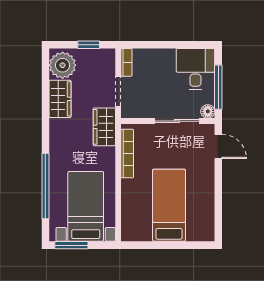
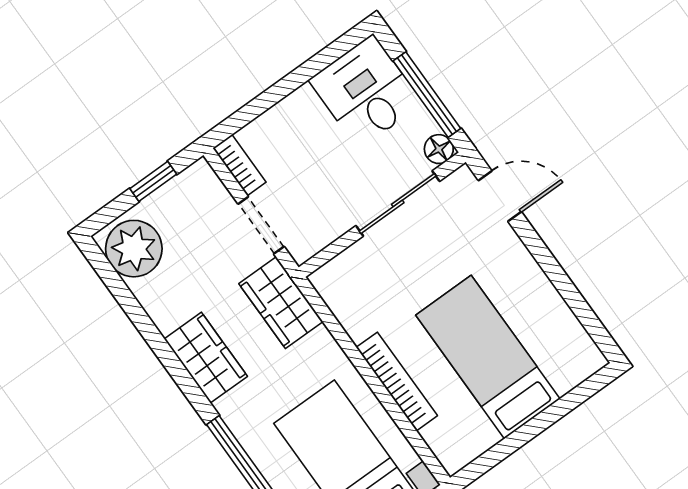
wardrobe: (60, 99) -> (206, 358), moved
bookcase: (127, 153) -> (397, 382), moved

